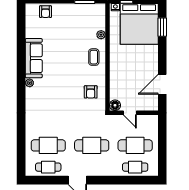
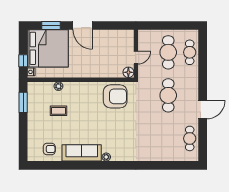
armchair: (45, 12) -> (49, 149), moved
coffee table: (94, 57) -> (59, 111), moved
door: (162, 84) -> (83, 25), moved
armchair: (91, 92) -> (115, 96), width x1.88, depth x1.88
cafe table: (48, 145) -> (168, 138), removed

